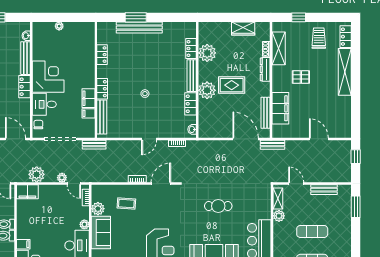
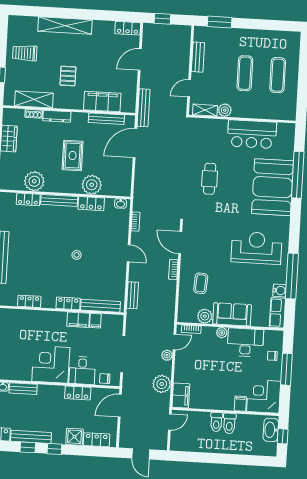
locker: (346, 37) -> (128, 28), moved
bench: (25, 58) -> (23, 389), width x0.73
locker: (24, 87) -> (78, 393), moved
plant: (207, 90) -> (92, 185), moved
bench: (94, 145) -> (133, 295), moved
bench: (272, 145) -> (144, 108), width x1.36

